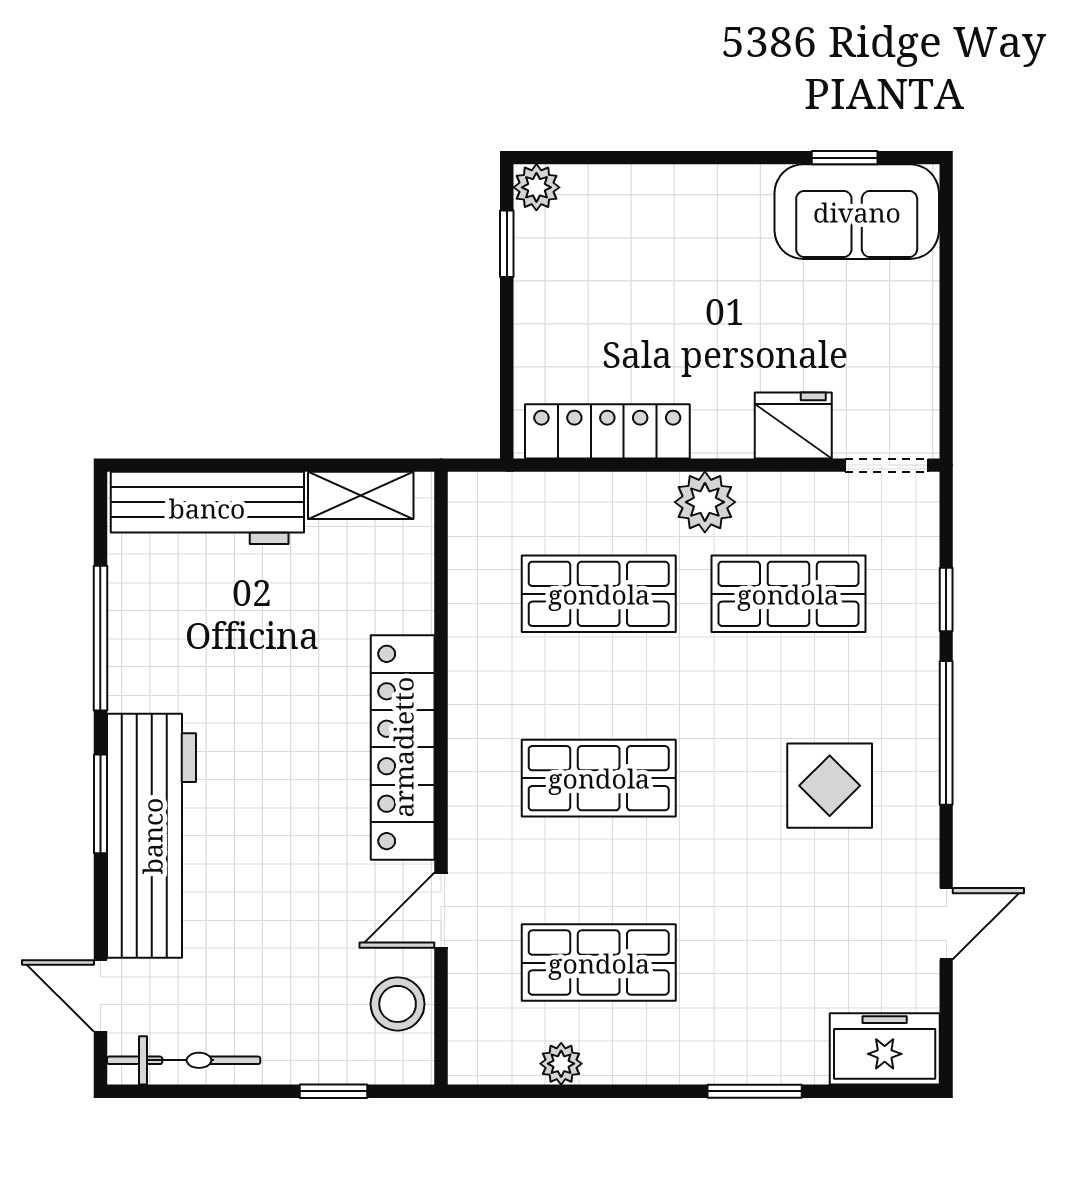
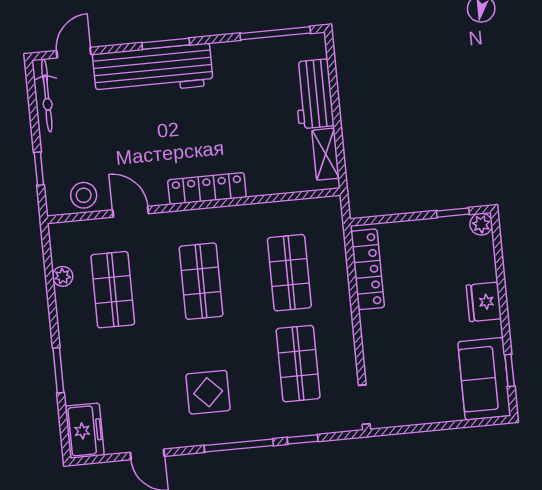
fridge: (793, 425) -> (484, 302), moved, turned 180
plant: (705, 502) -> (338, 319), removed
workbench: (207, 508) -> (314, 94), width x0.73
window: (100, 638) -> (275, 33), moved
locker: (403, 747) -> (207, 188), width x0.71, depth x0.83

